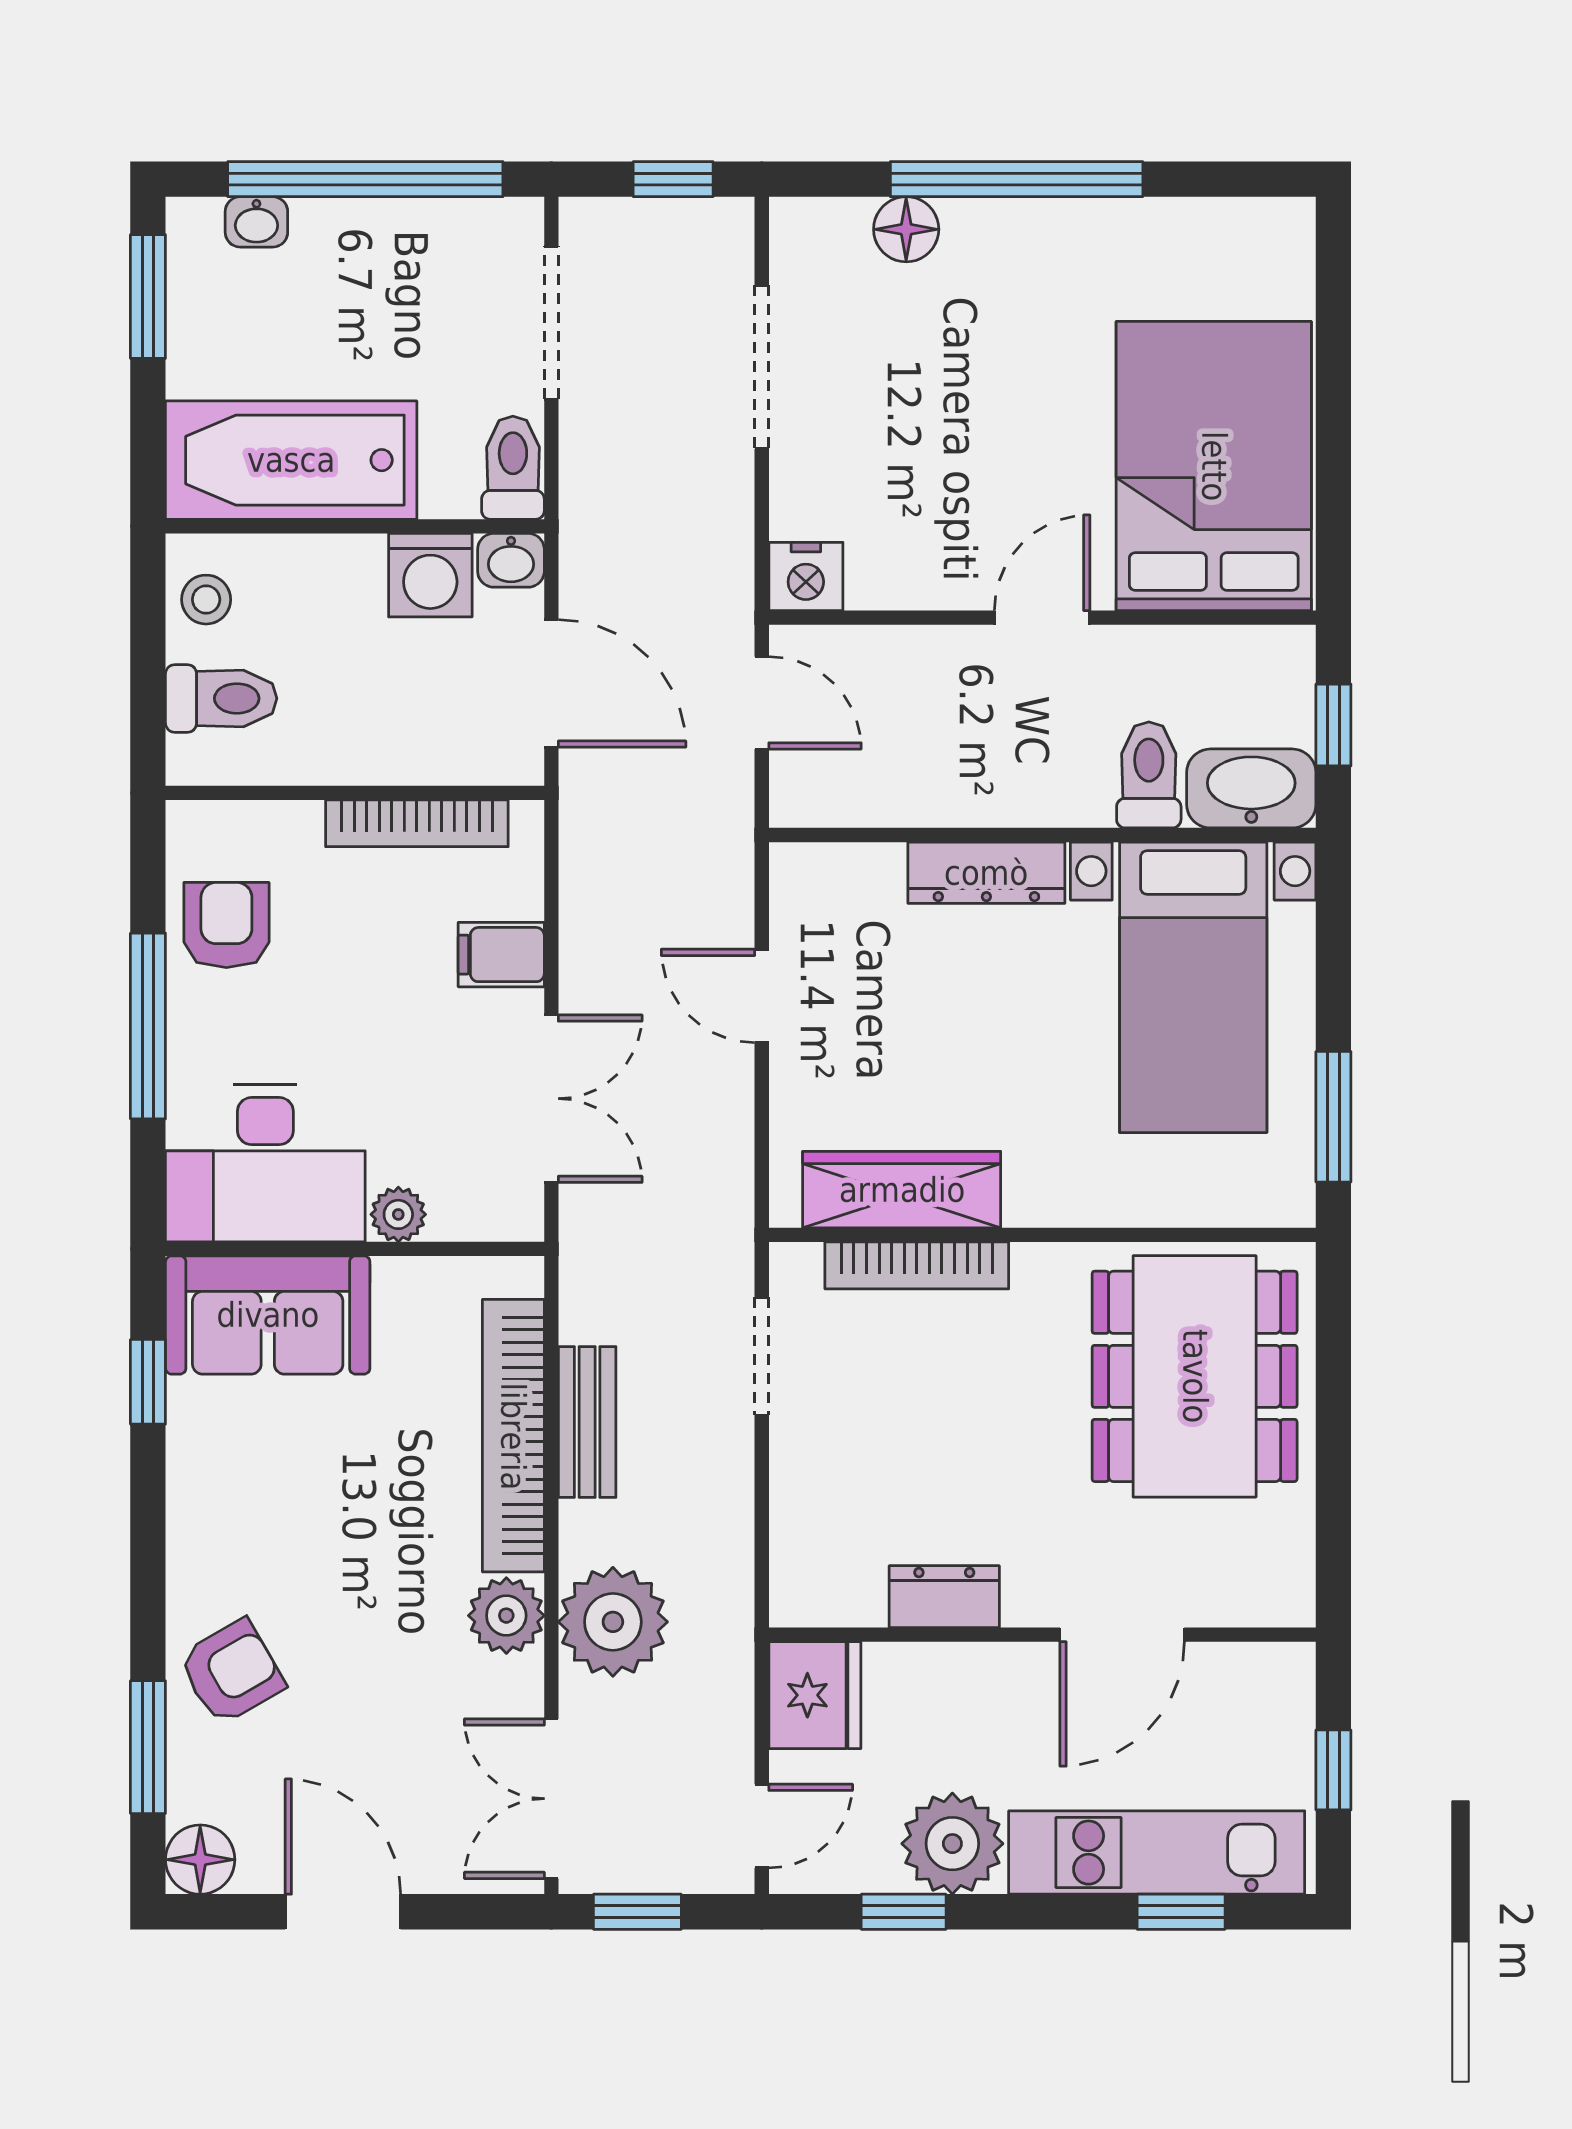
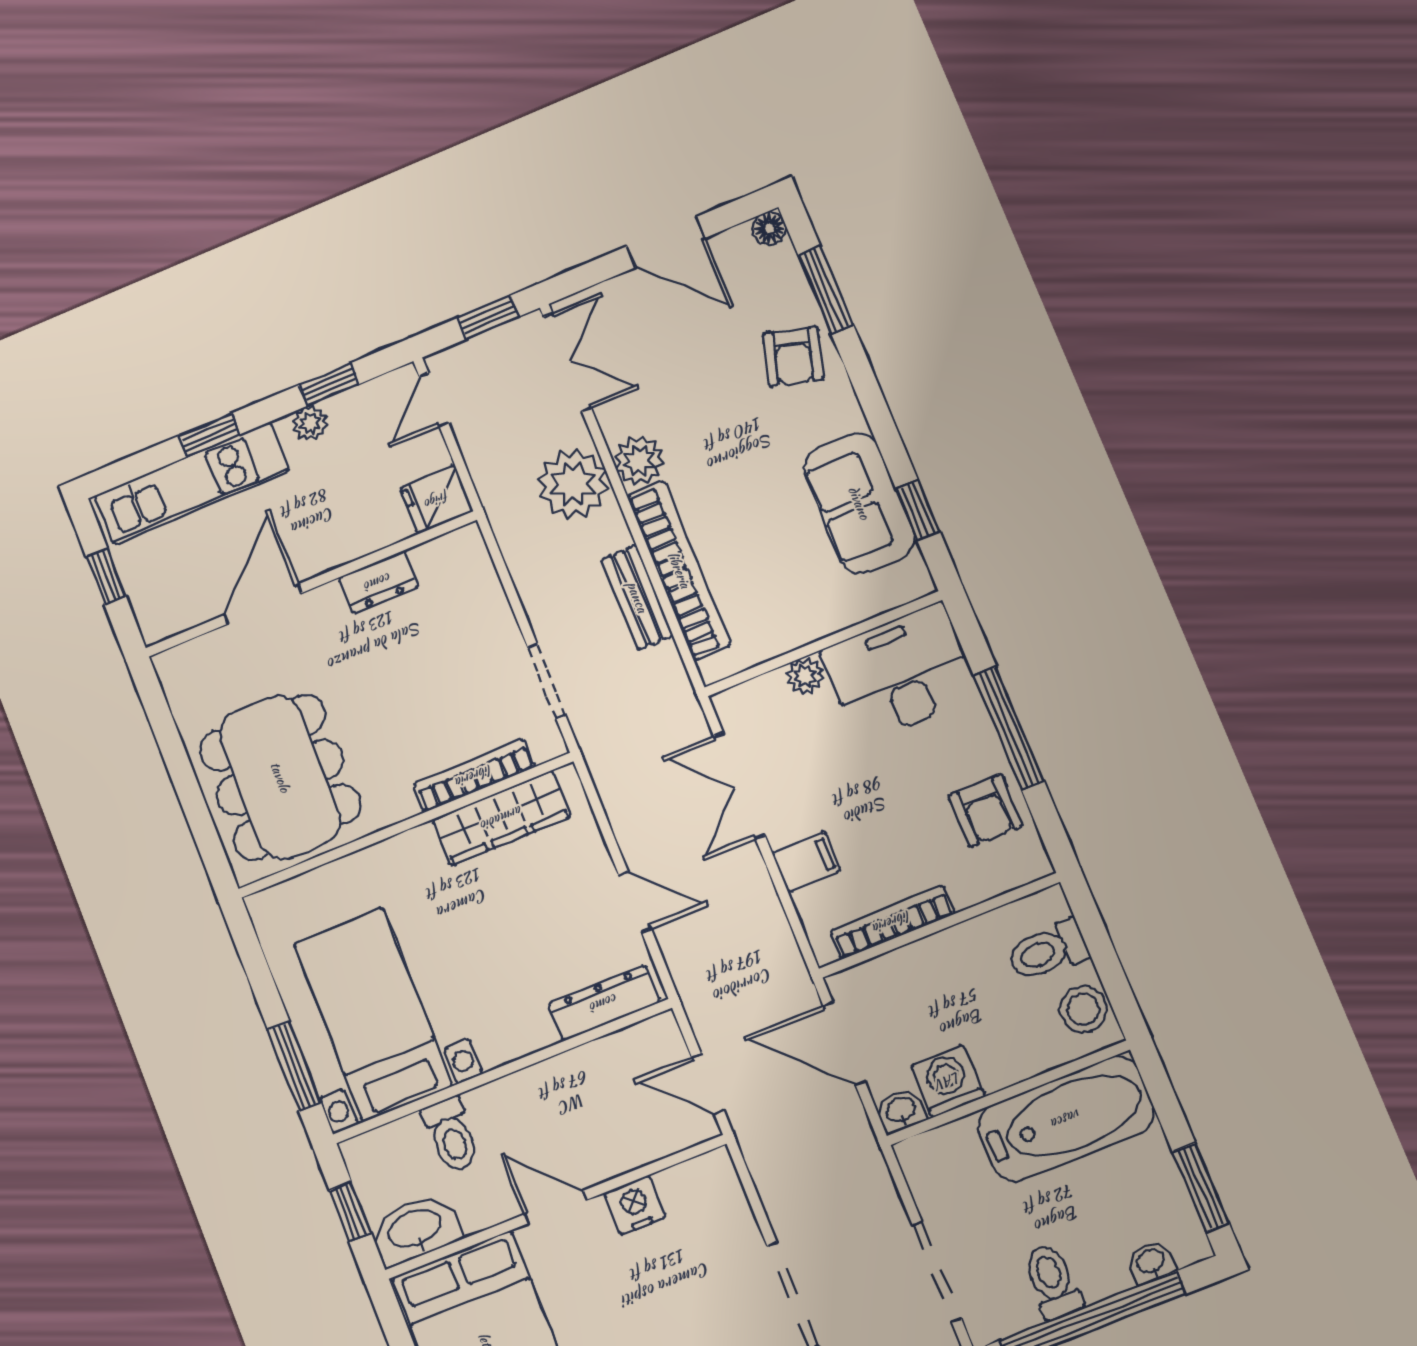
toilet: (513, 468) -> (1052, 1281), moved, turned 180
nightstand: (806, 576) -> (635, 1205), moved
stool: (206, 600) -> (1083, 1009), width x1.37, depth x1.37
door: (1042, 618) -> (555, 1207), swing flipped
washbasin: (1251, 788) -> (415, 1230), moved, turned 180
dresser: (986, 873) -> (604, 1003), moved
window: (1333, 1117) -> (294, 1066), moved
sofa: (268, 1315) -> (859, 503), moved, turned -90
armchair: (232, 1672) -> (793, 356), turned -44
fridge: (815, 1695) -> (437, 500), width x0.72
plant: (952, 1844) -> (310, 423), width x0.53, depth x0.53
floor lamp: (200, 1860) -> (769, 228), width x0.73, depth x0.73
window: (1181, 1912) -> (209, 435), moved

